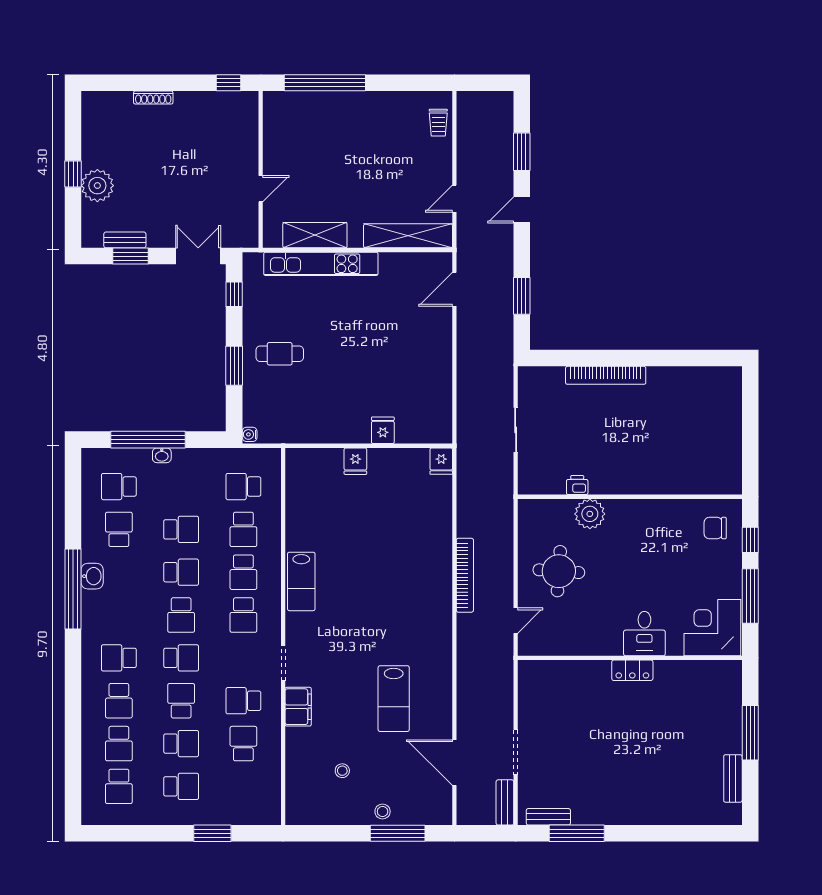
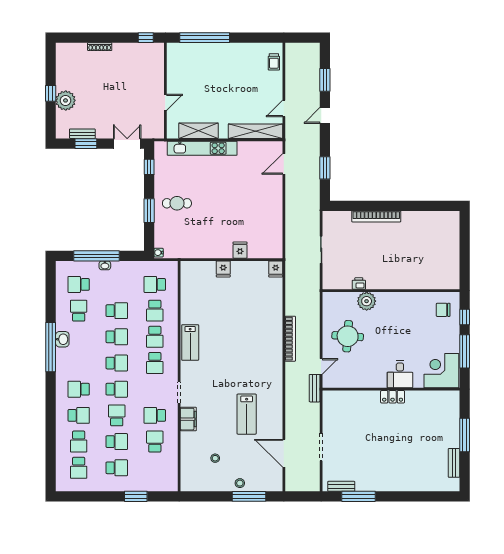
school desk: (181, 615) -> (117, 363), turned -90
school desk: (119, 701) -> (79, 415), turned -90
bench: (505, 802) -> (315, 388), moved

